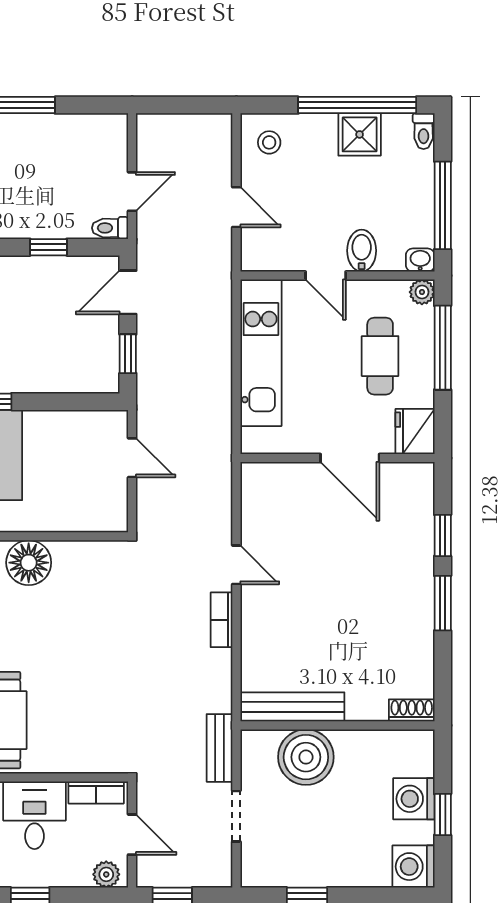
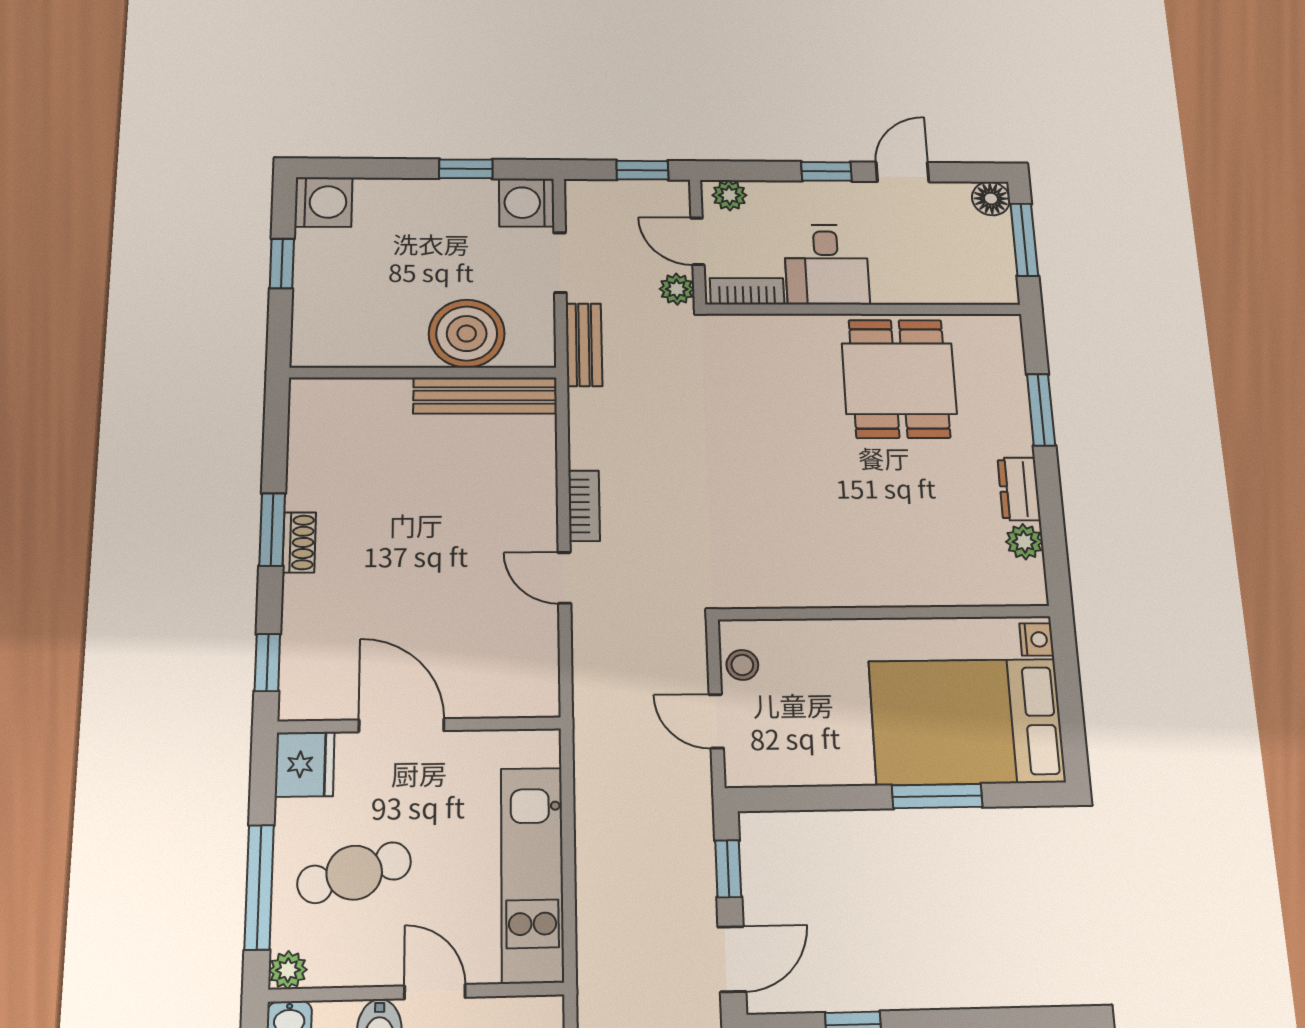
cafe table: (380, 356) -> (354, 873), turned 74
stool: (112, 499) -> (742, 665), added
window: (443, 535) -> (267, 662), moved
floor lamp: (29, 563) -> (854, 578), removed
shoe rack: (412, 710) -> (299, 542), moved, turned -90
plant: (149, 794) -> (677, 289), added
washing machine: (414, 799) -> (527, 203), moved, turned 180

